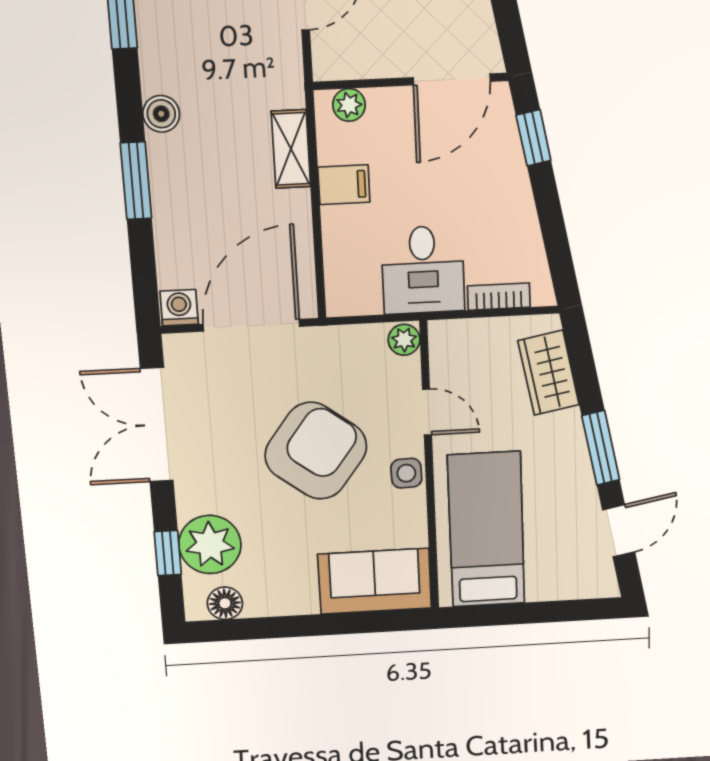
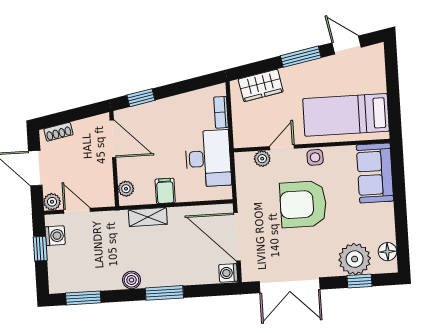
desk: (423, 270) -> (208, 158), width x1.37
plant: (404, 340) -> (262, 159), moved
armchair: (316, 451) -> (303, 204), turned -37

